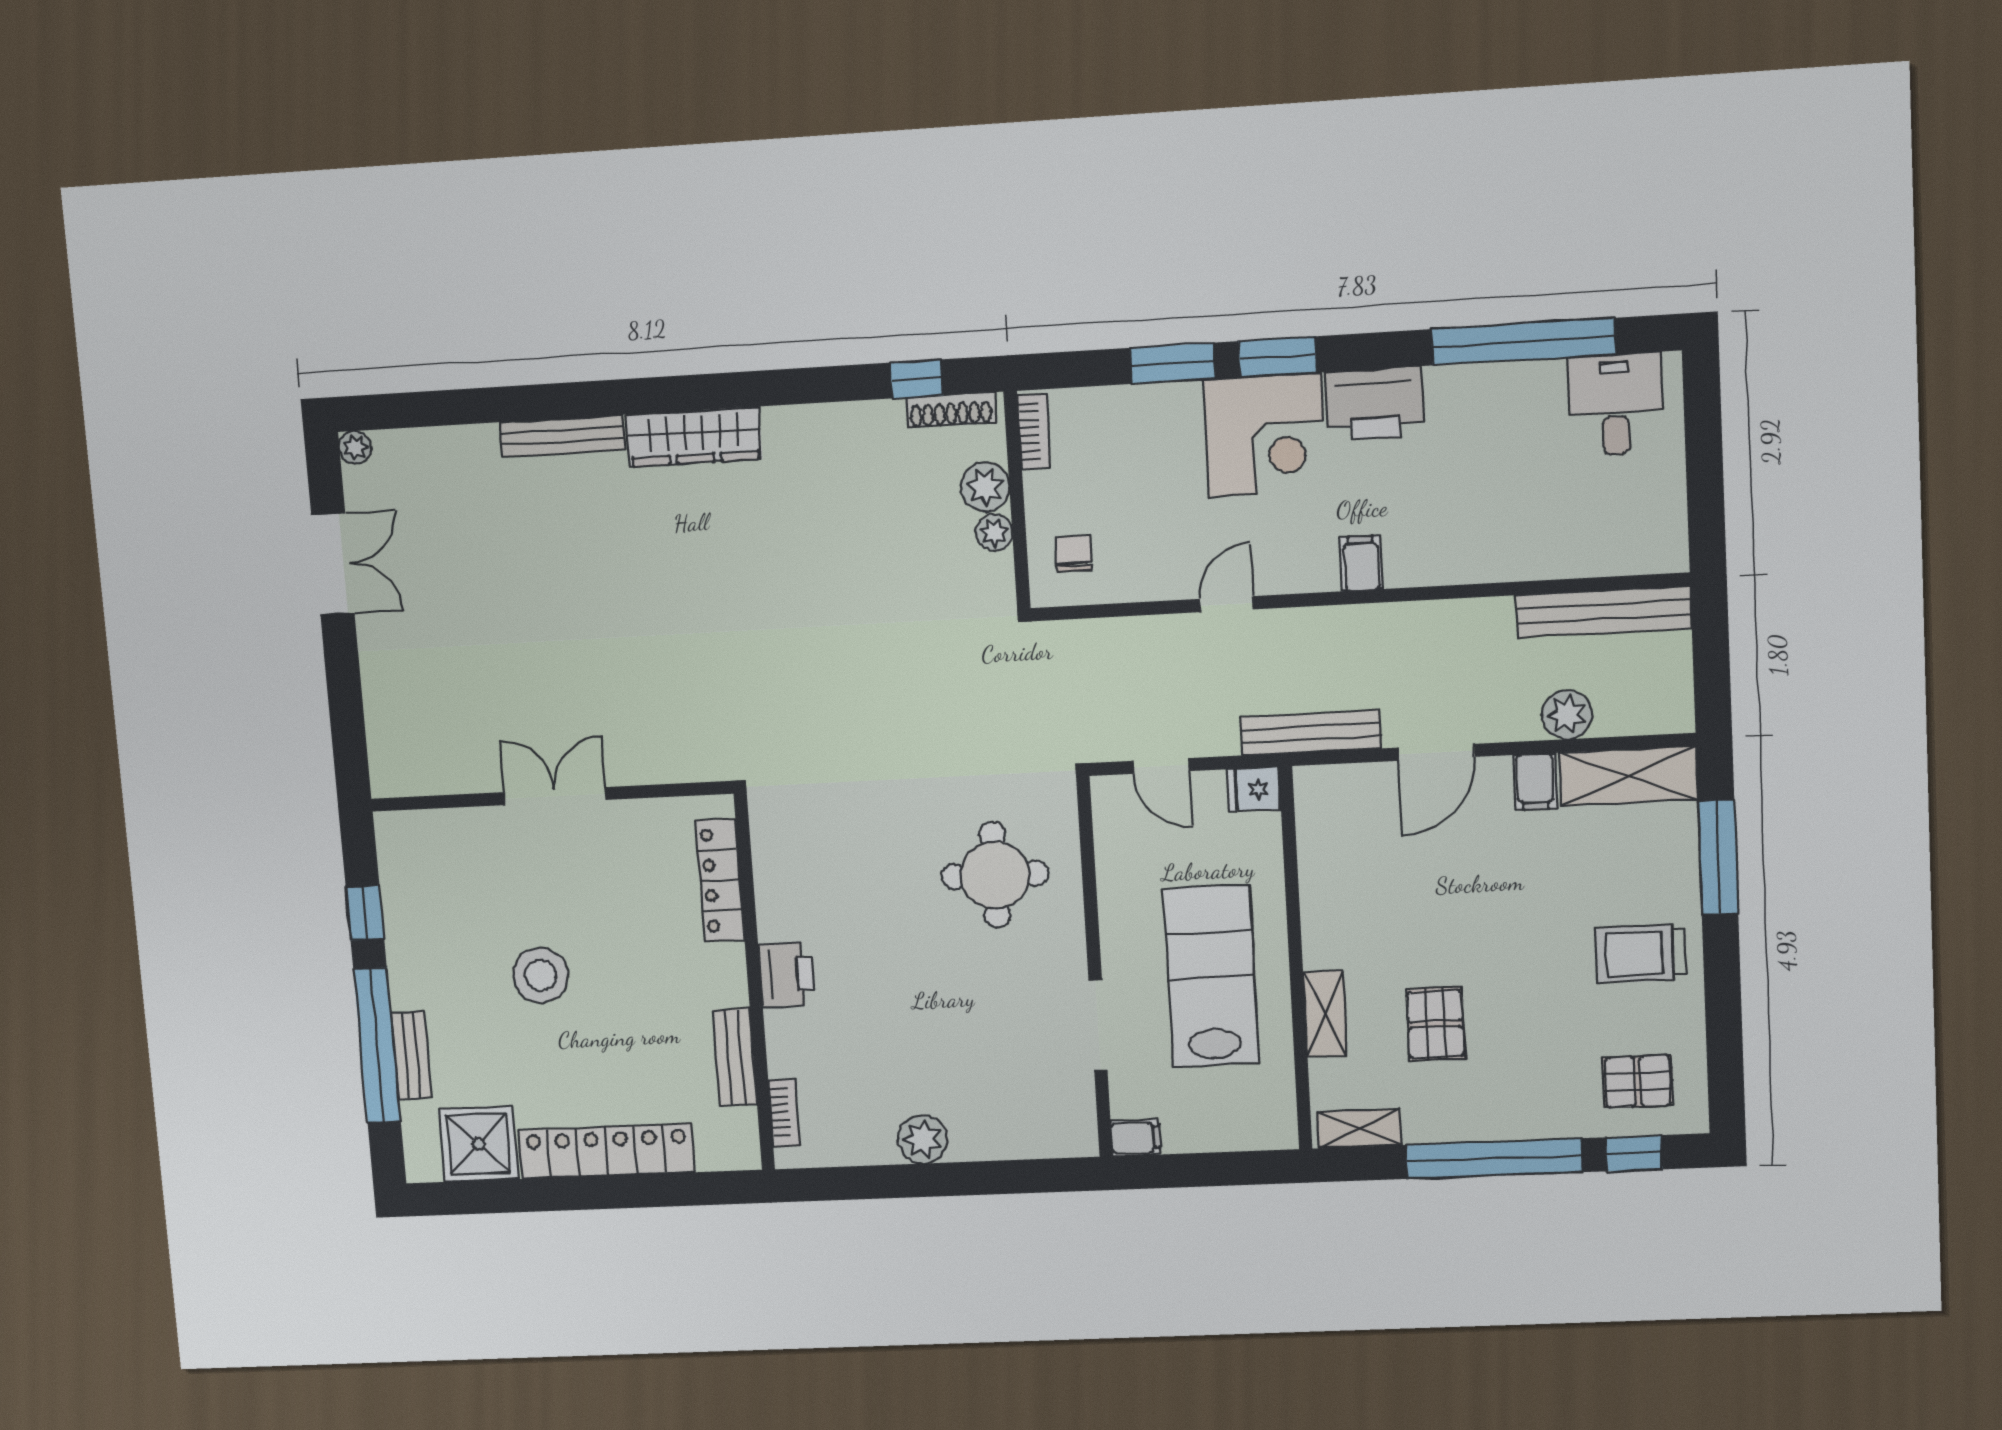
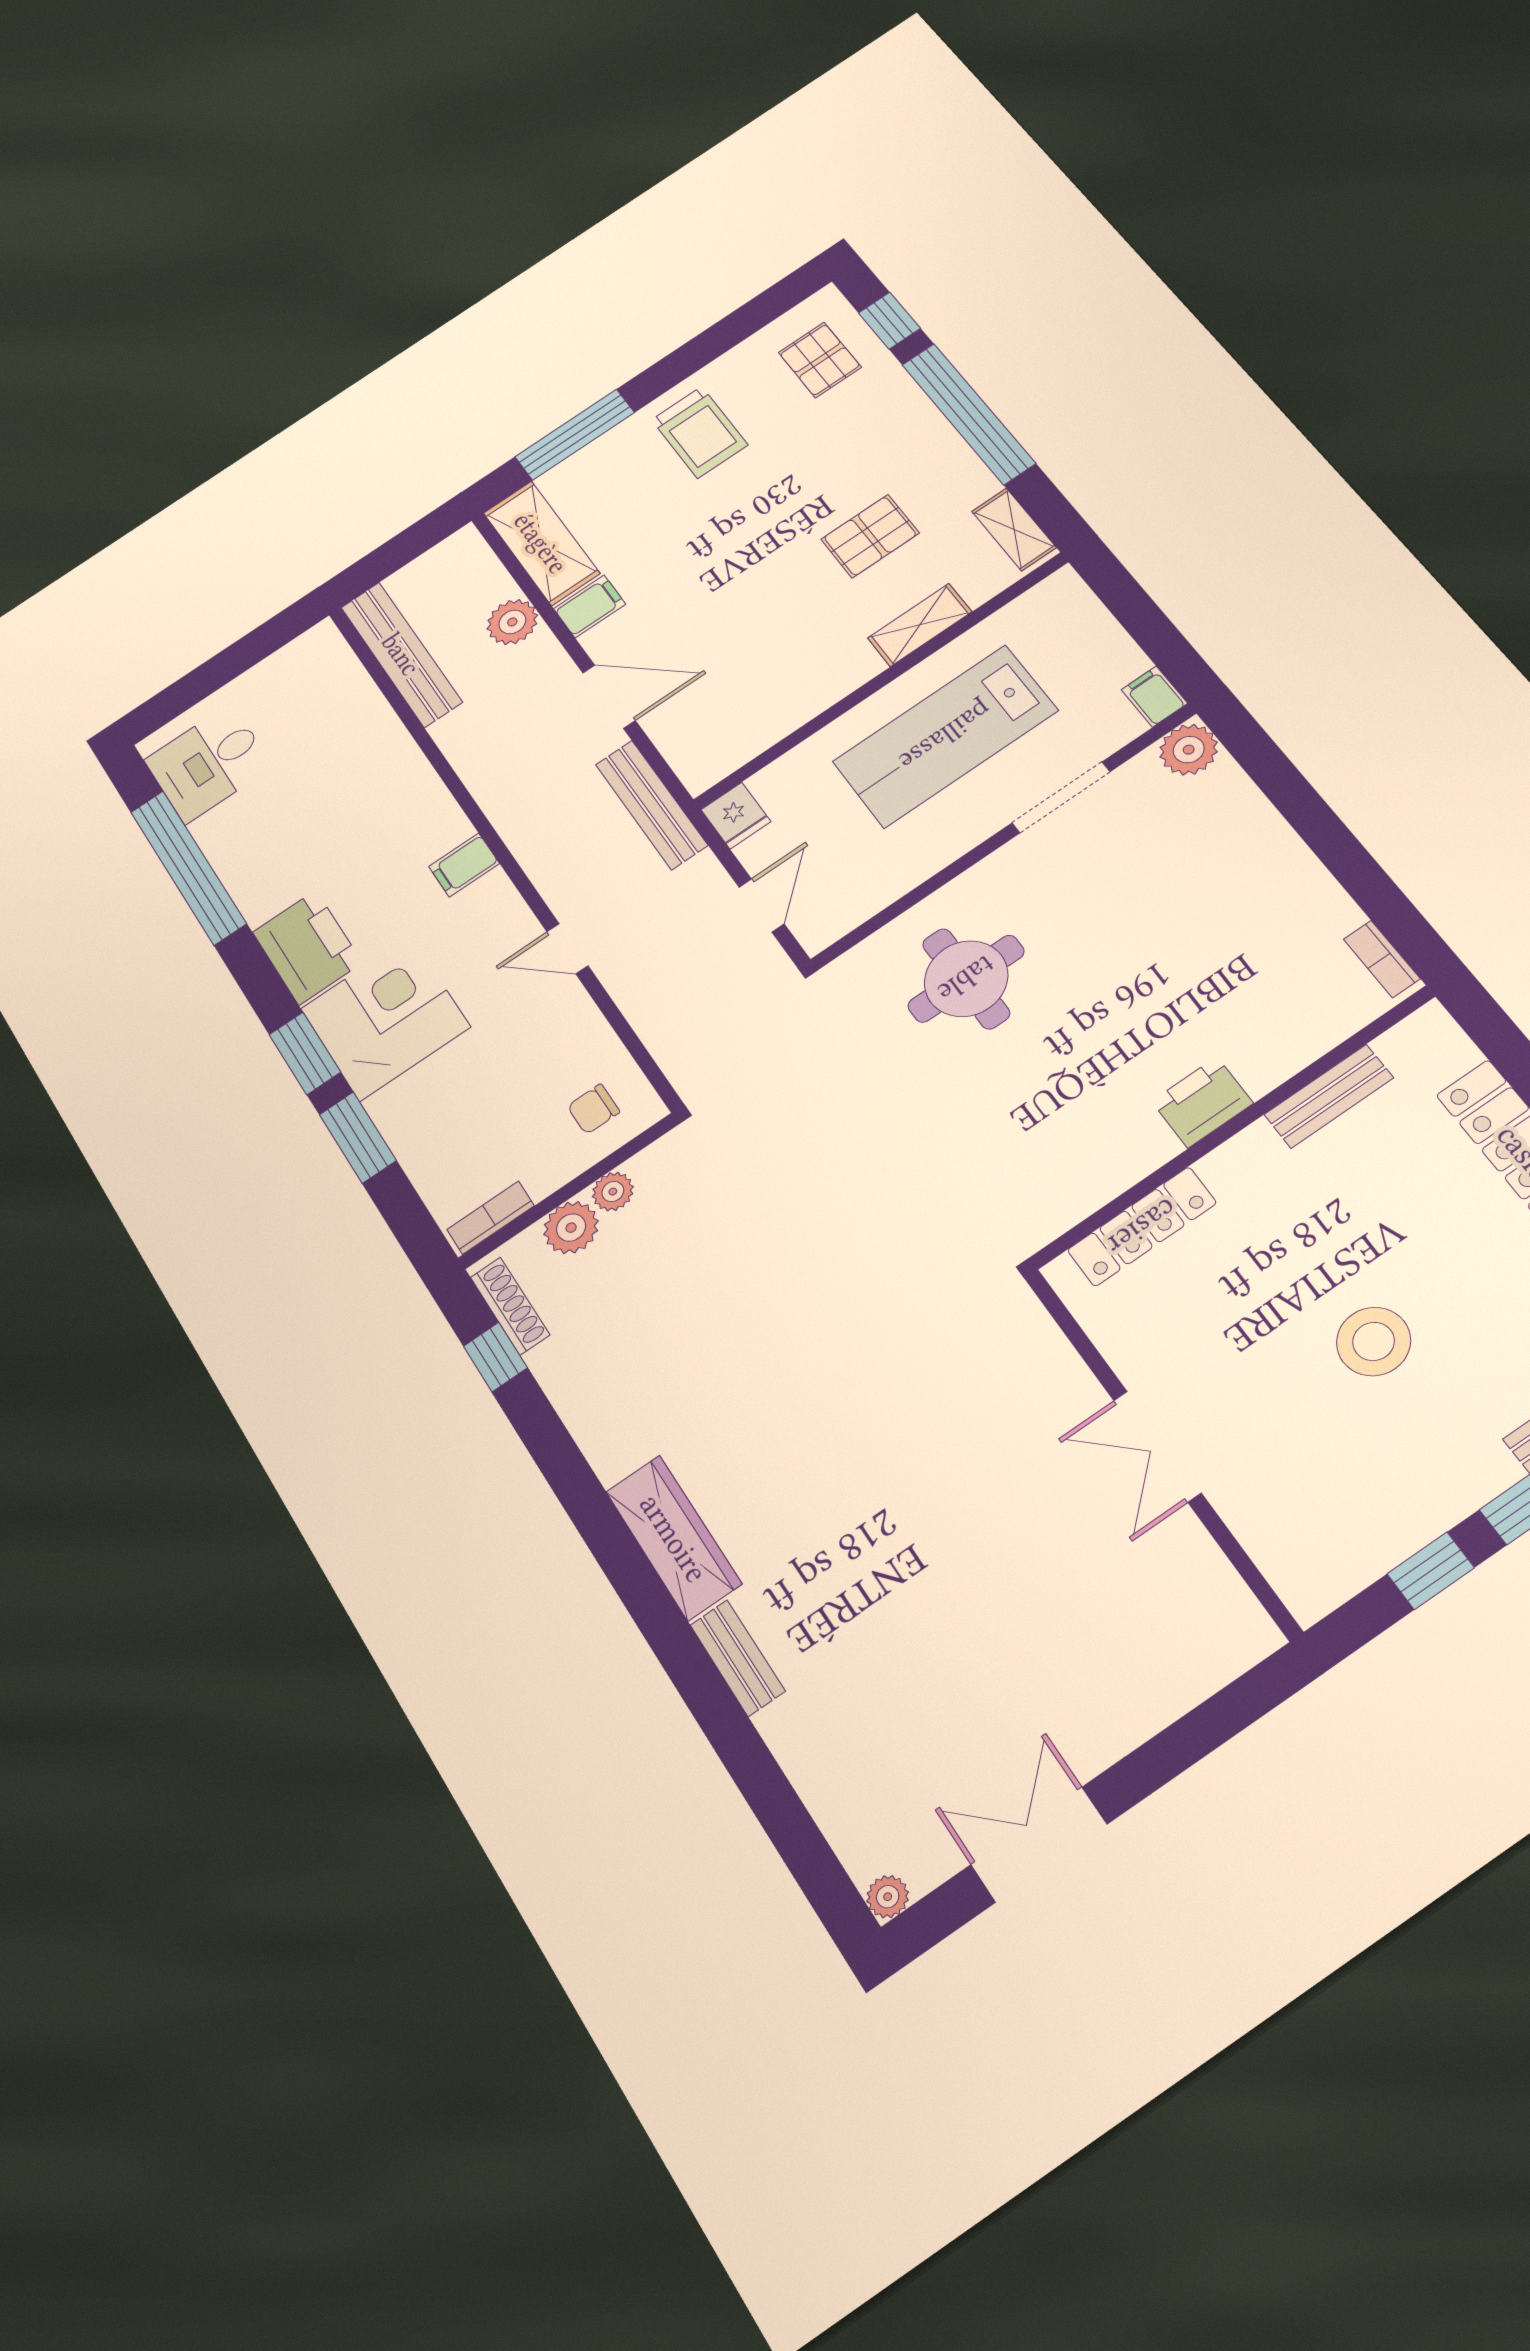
bench: (562, 436) -> (737, 1658), width x0.73
bookcase: (784, 1112) -> (1382, 959), moved, turned -90
plant: (923, 1139) -> (1189, 750), moved

